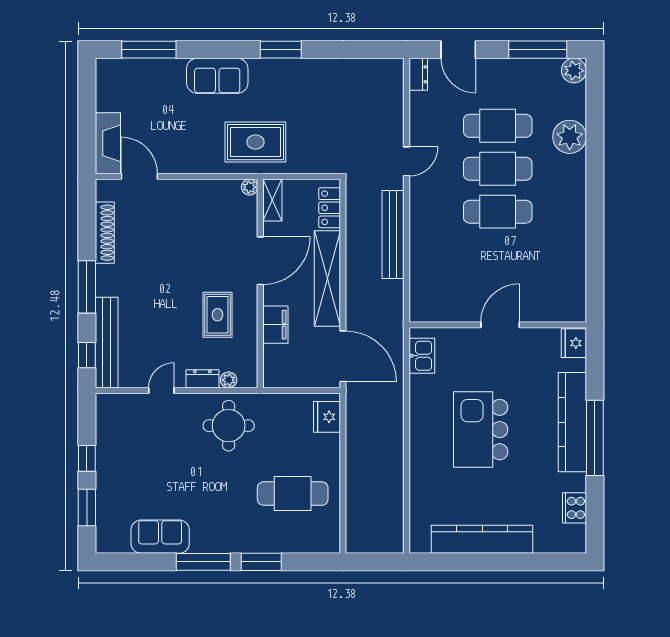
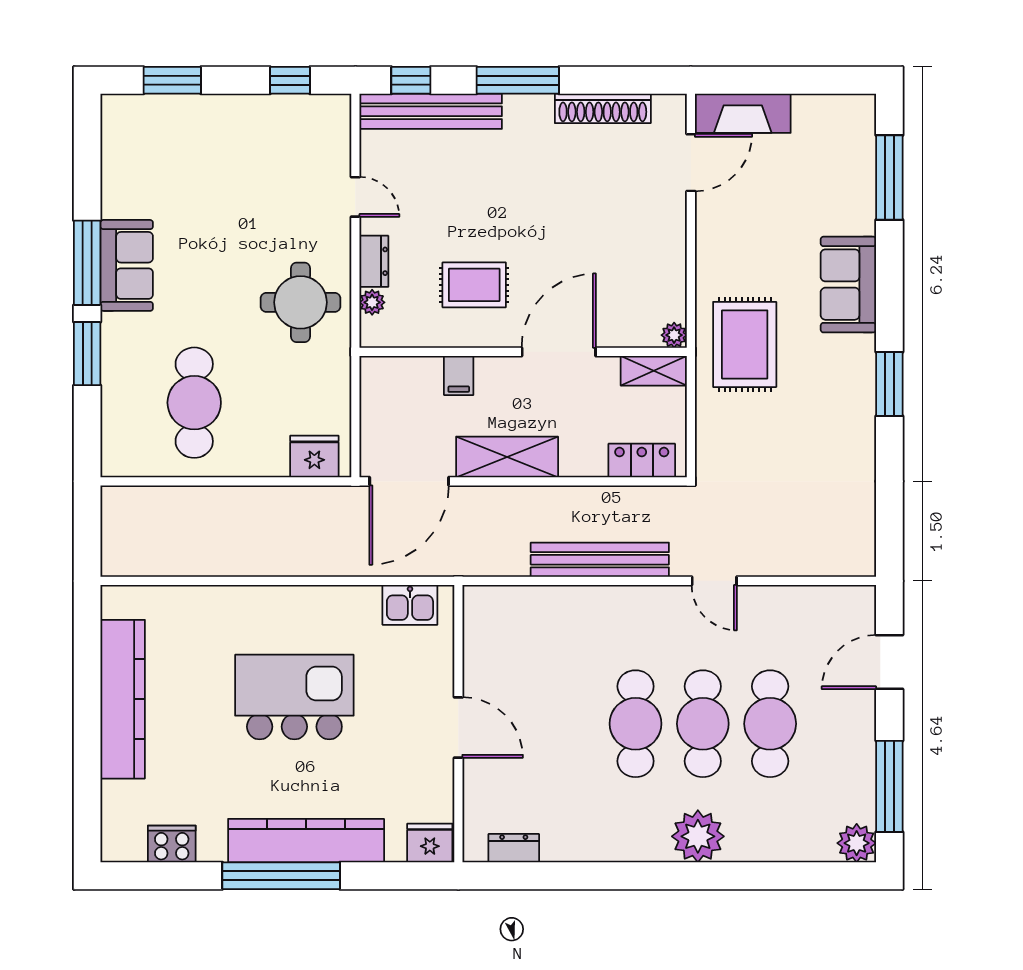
dresser: (418, 74) -> (514, 848), moved, turned 180
plant: (570, 137) -> (698, 836), moved
door: (260, 261) -> (559, 352), swing flipped
shelving: (327, 279) -> (507, 457), width x0.68
filing cabinet: (275, 325) -> (459, 375), width x0.50
window: (87, 458) -> (290, 80), moved
sofa: (160, 537) -> (127, 265), moved

